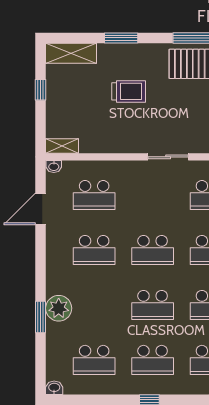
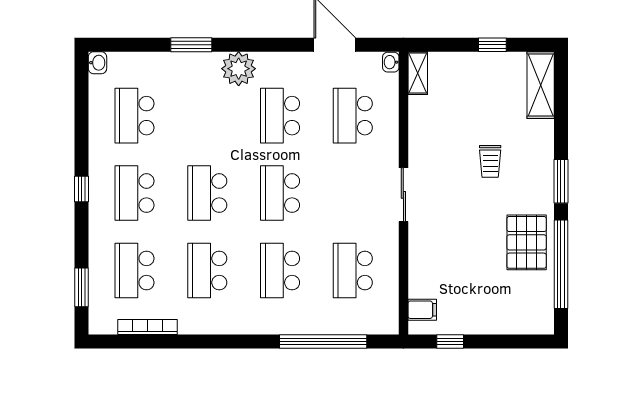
window: (121, 38) -> (561, 181), moved
trolley: (129, 91) -> (490, 161), width x0.73, depth x0.72
sliding door: (168, 157) -> (403, 195), moved
plant: (59, 308) -> (239, 69), moved

